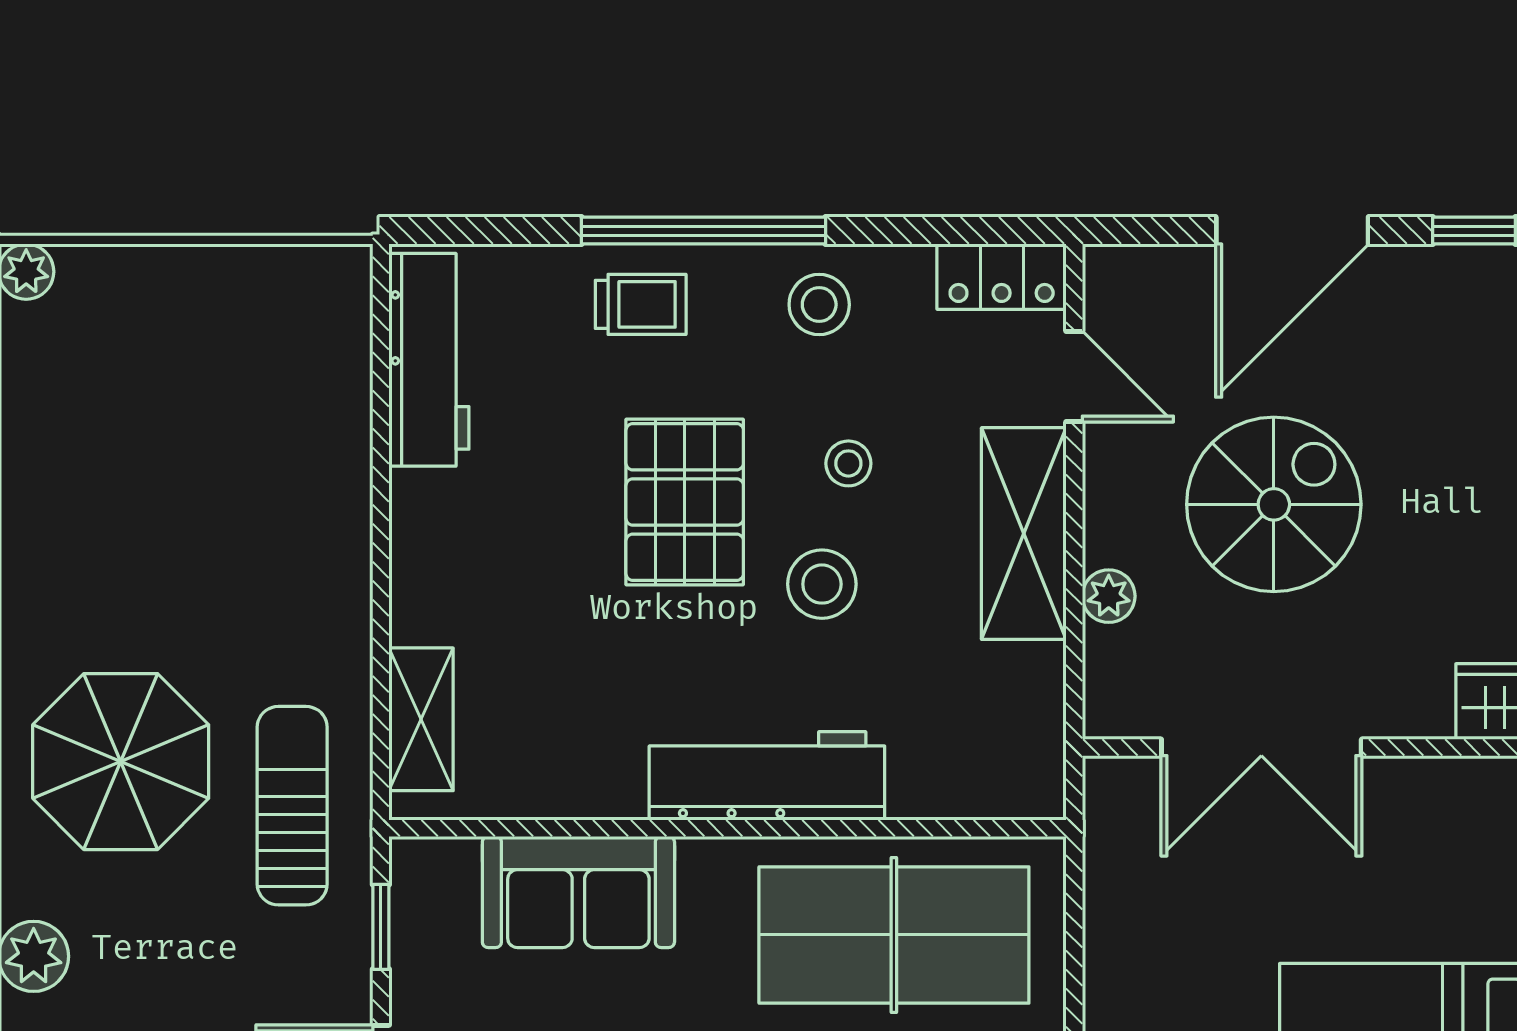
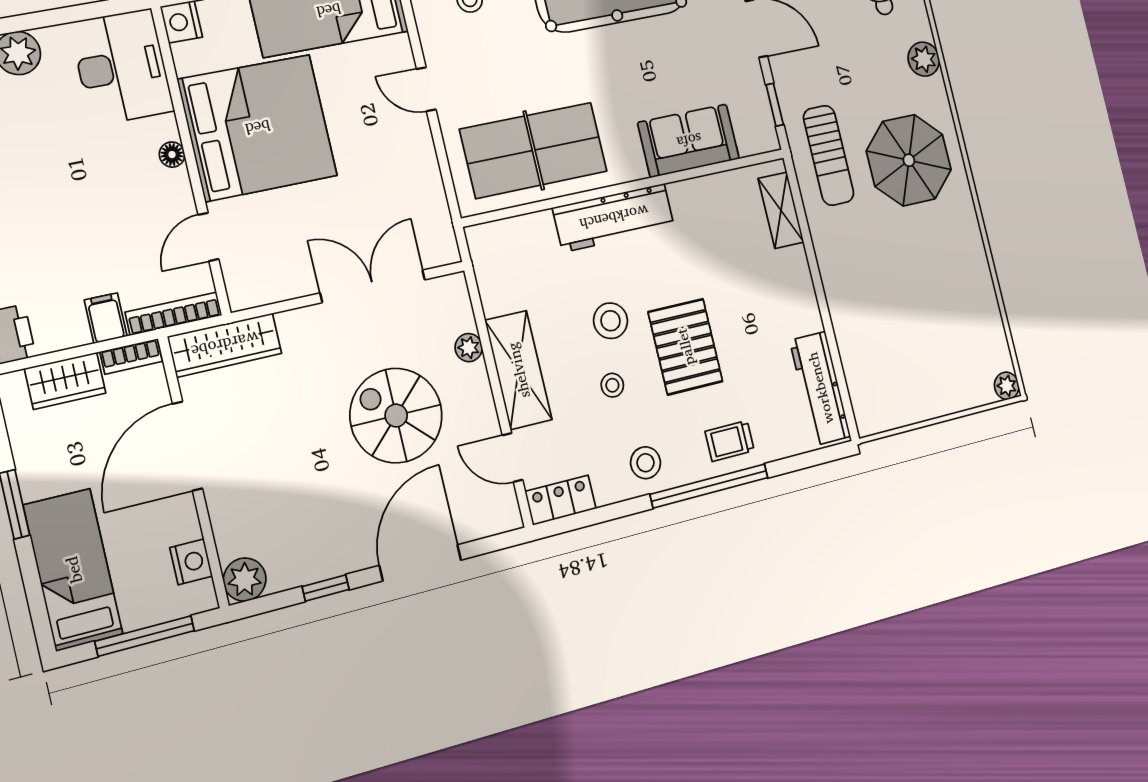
spiral stairs: (1274, 504) -> (396, 416), turned 90

